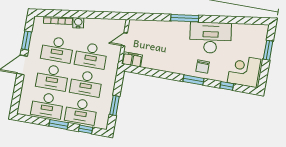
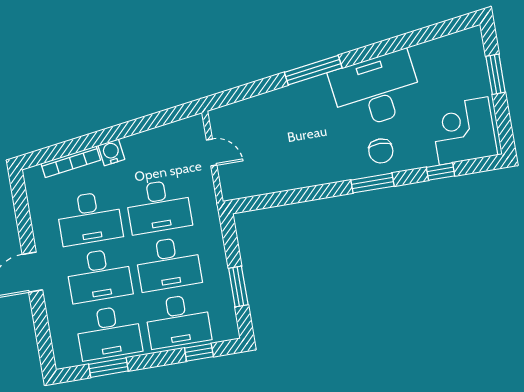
door: (124, 39) -> (212, 152), swing flipped
window: (26, 40) -> (24, 222), removed
filing cabinet: (132, 59) -> (241, 186), removed
window: (59, 124) -> (108, 368), moved

